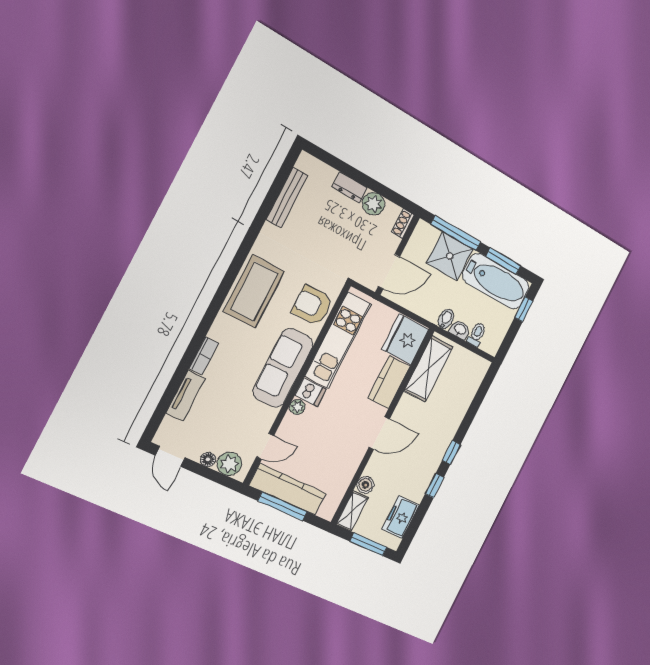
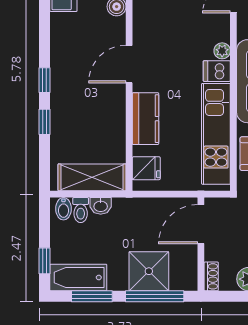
bathtub: (496, 281) -> (78, 277), width x0.73, depth x0.73
bidet: (446, 319) -> (63, 209), moved
fridge: (405, 339) -> (146, 168), width x0.53, depth x0.75
shelving: (428, 369) -> (92, 177), moved, turned 90
window: (435, 486) -> (44, 122), moved

